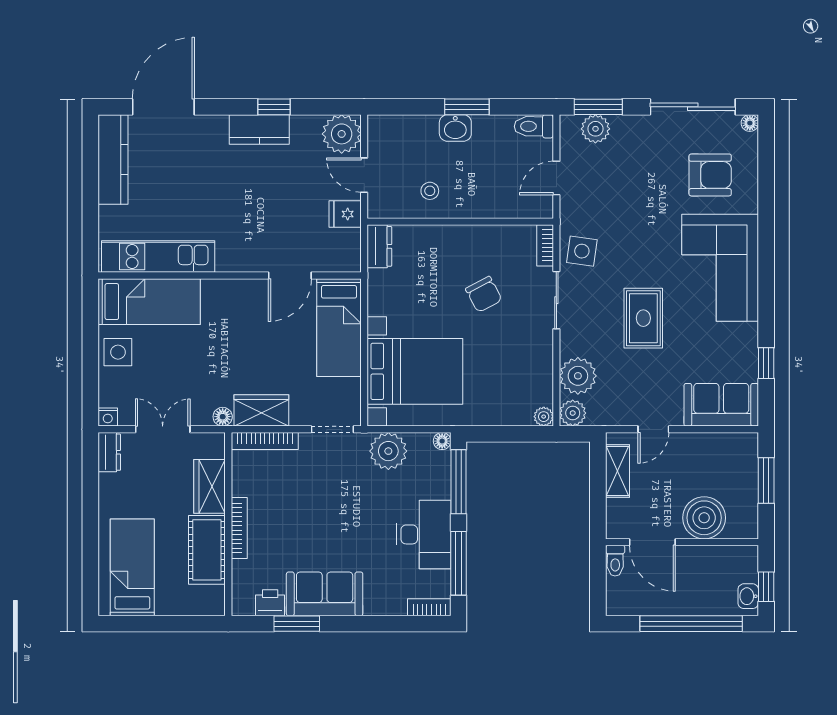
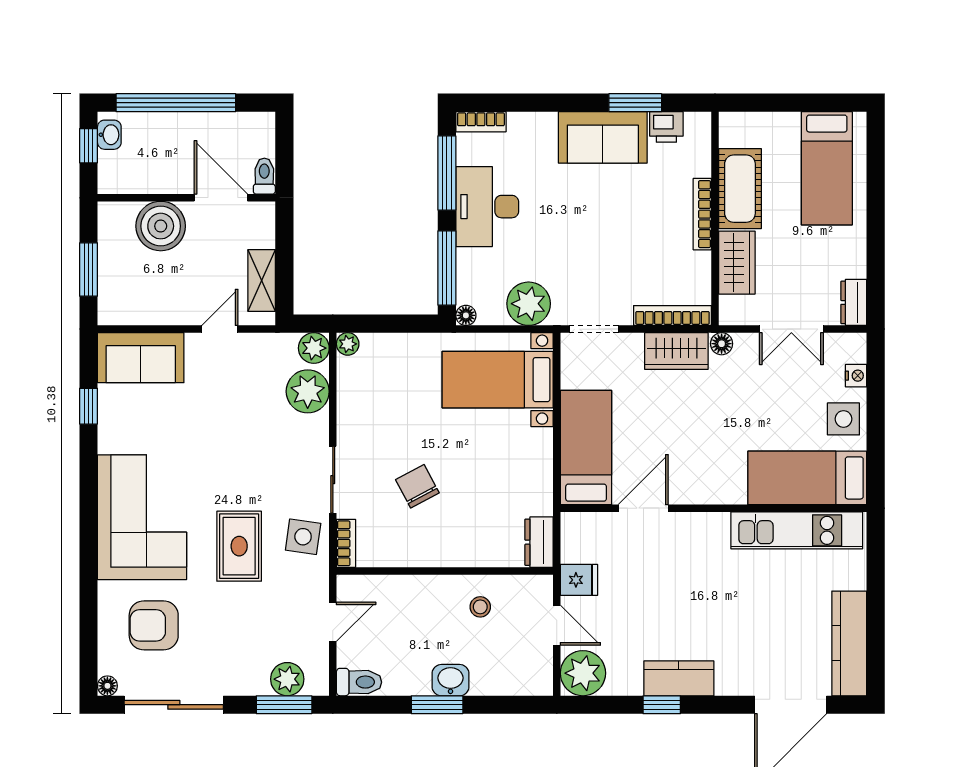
rug: (643, 318) -> (239, 546), moved
bed with nightstands: (415, 371) -> (498, 380), width x0.73
nightstand: (108, 417) -> (856, 376), moved, turned 90

